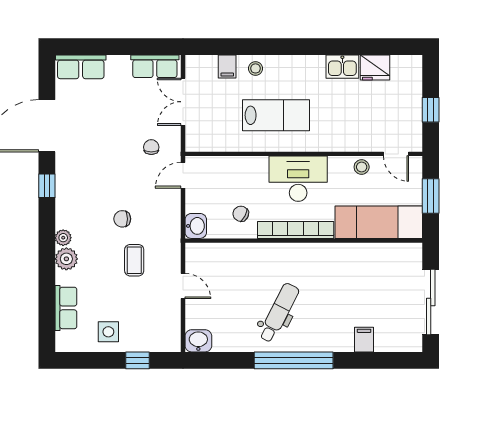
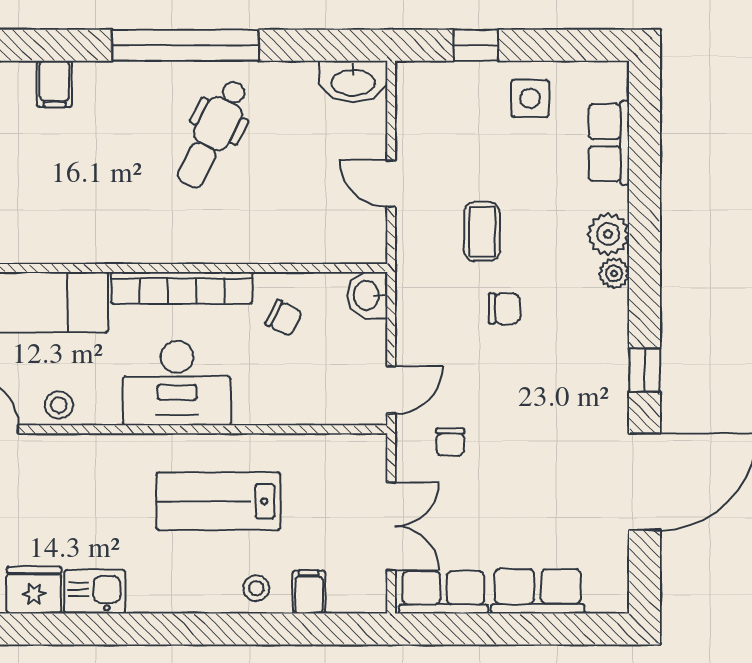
row of seats: (81, 67) -> (538, 591), moved
washbasin: (198, 341) -> (353, 82), width x1.38

